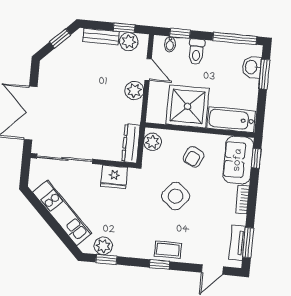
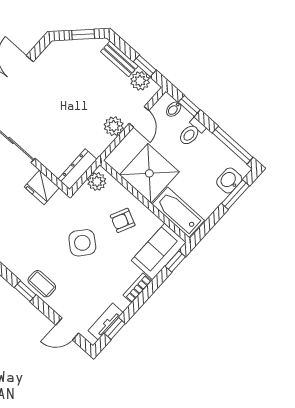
window: (248, 243) -> (115, 328), width x0.67

